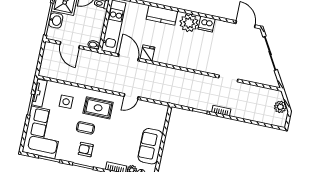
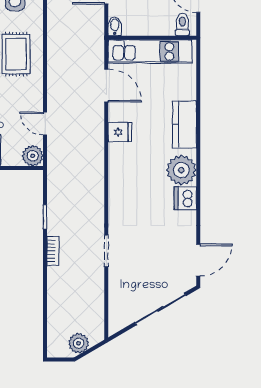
fridge: (147, 53) -> (120, 132), moved
door: (128, 57) -> (106, 85), hinge flipped
door: (131, 97) -> (45, 124), moved
plant: (161, 111) -> (33, 156), added

